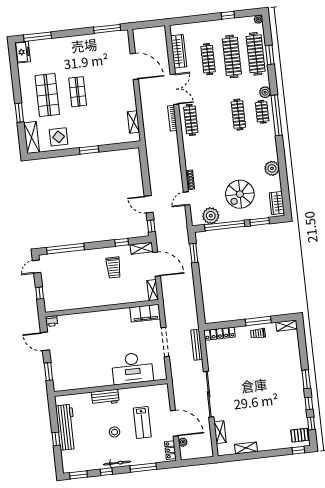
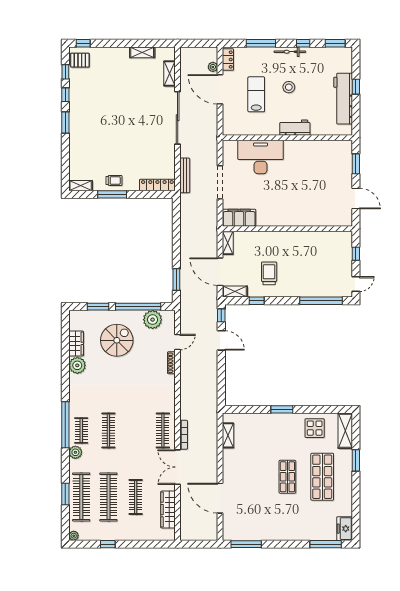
wardrobe: (277, 203) -> (76, 343), moved
printer: (52, 321) -> (346, 220), removed

